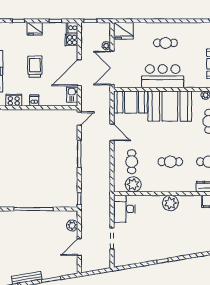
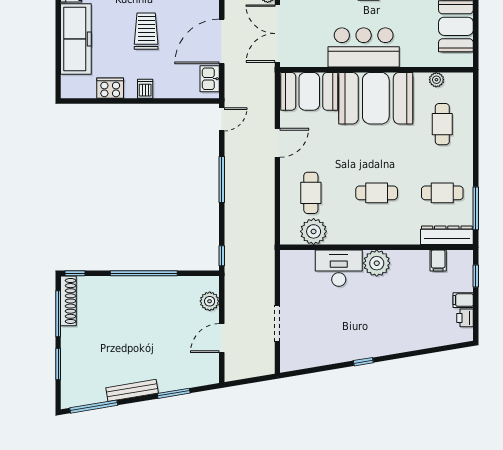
door: (112, 132) -> (277, 143), hinge flipped
desk: (124, 209) -> (339, 268), moved, turned 90

